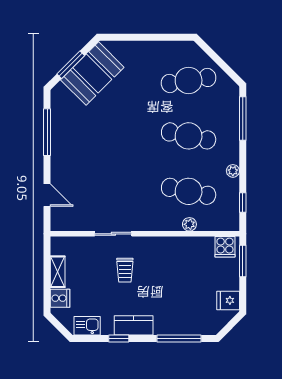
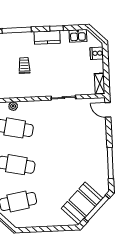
window: (71, 65) -> (97, 208), width x1.44
door: (47, 195) -> (108, 110), moved
trolley: (125, 270) -> (24, 66), moved
shelving: (58, 272) -> (100, 84), moved

